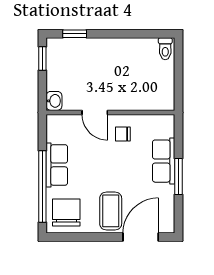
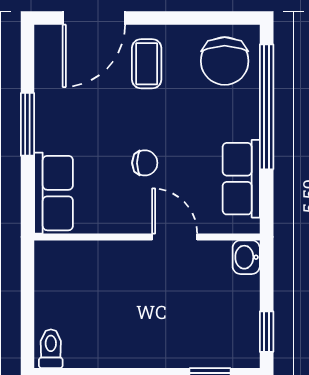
chair: (123, 134) -> (145, 163), moved
row of seats: (164, 161) -> (54, 193), moved
row of seats: (57, 165) -> (241, 179), moved
coffee table: (111, 211) -> (147, 64), width x0.73, depth x0.77

